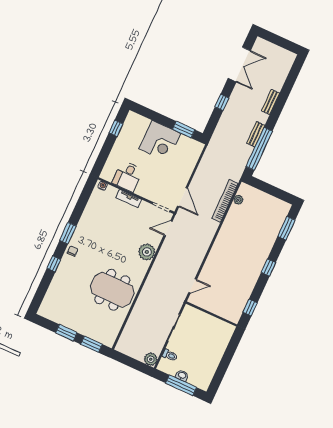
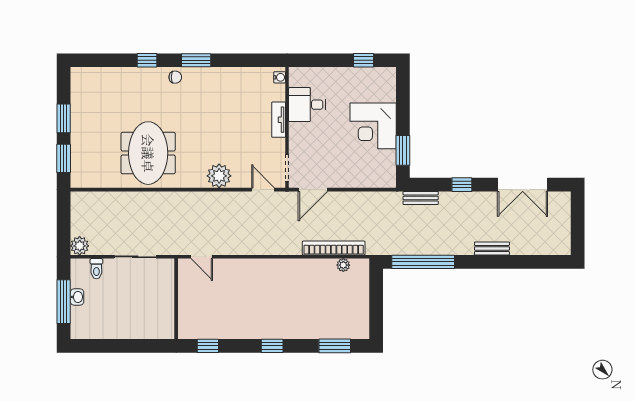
bench: (256, 134) -> (421, 198), moved

